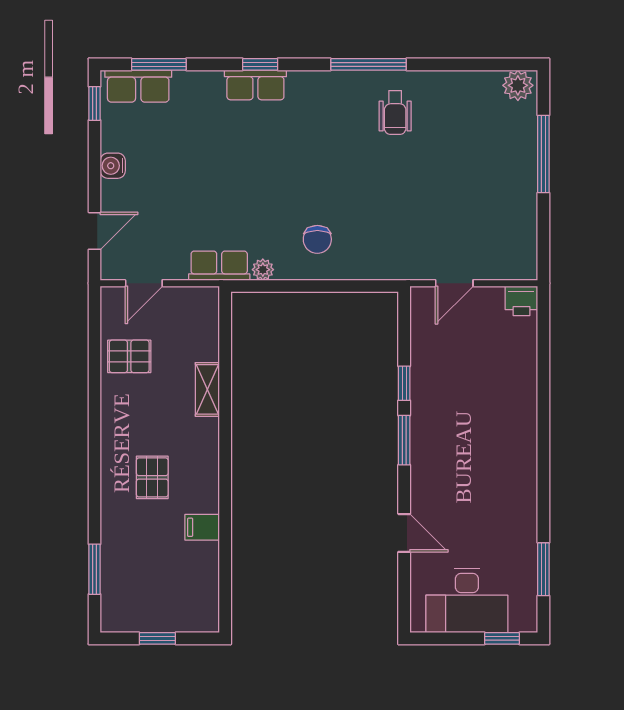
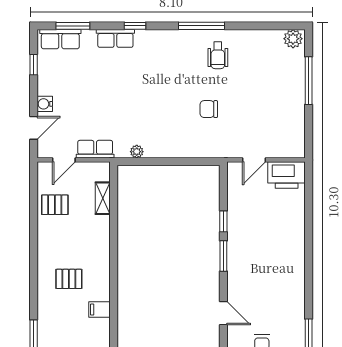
row of seats: (255, 85) -> (115, 38), moved
window: (94, 103) -> (34, 65), moved
water cooler: (113, 166) -> (45, 104), moved
chair: (317, 239) -> (209, 109), moved, turned 90
row of seats: (219, 266) -> (95, 149), moved
printer: (521, 301) -> (287, 175), width x1.87, depth x1.48
shelving: (207, 389) -> (103, 198), moved
pallet: (152, 477) -> (69, 279), turned 90

